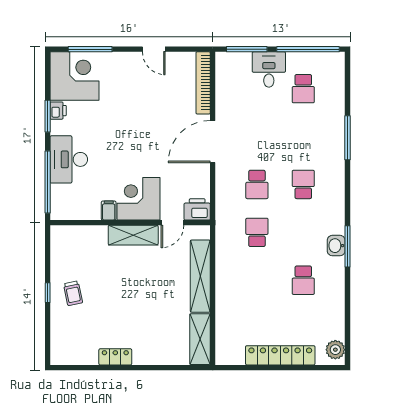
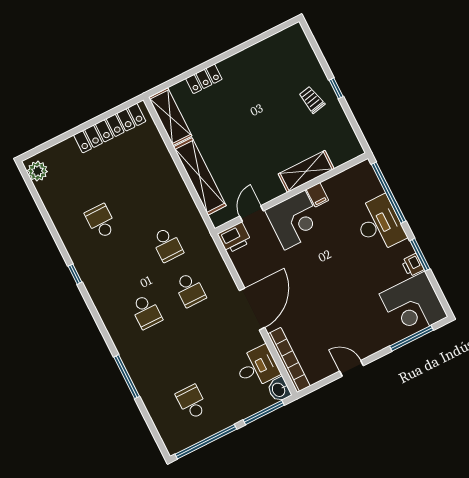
desk: (269, 70) -> (257, 367), moved, turned -90
school desk: (257, 184) -> (190, 290), turned 180
shelving: (133, 235) -> (306, 171), moved
washbasin: (336, 246) -> (279, 390), moved, turned 180
window: (347, 246) -> (75, 274), width x0.46
locker: (280, 355) -> (110, 128), moved
locker: (115, 357) -> (204, 79), moved

